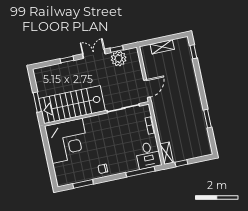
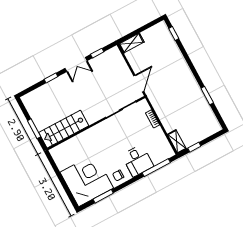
shelving: (162, 47) -> (131, 43), moved
double door: (94, 54) -> (76, 64), swing flipped
plant: (119, 59) -> (102, 62), removed
stairs: (72, 105) -> (64, 129), width x0.73, depth x0.66
corner desk: (67, 141) -> (87, 180), moved, turned -90
desk: (148, 155) -> (138, 161), moved

